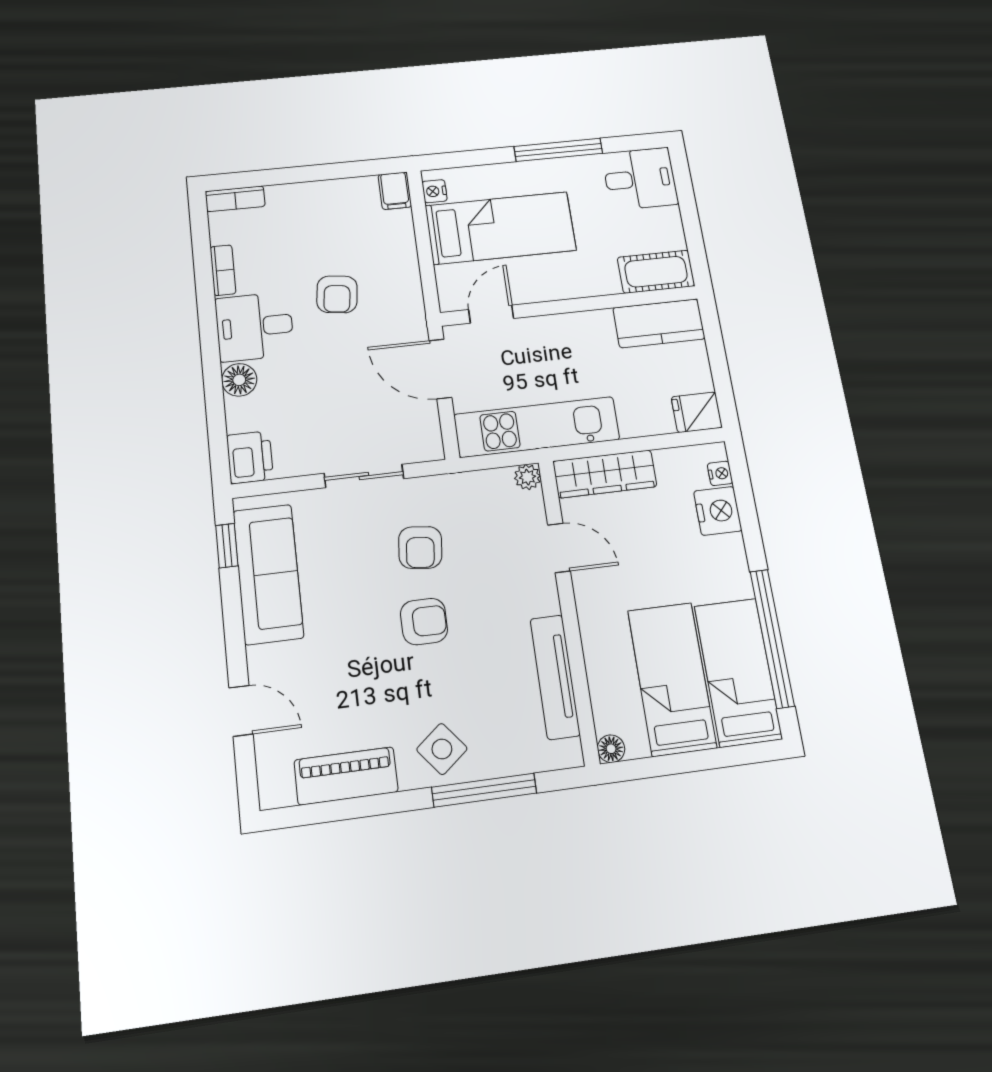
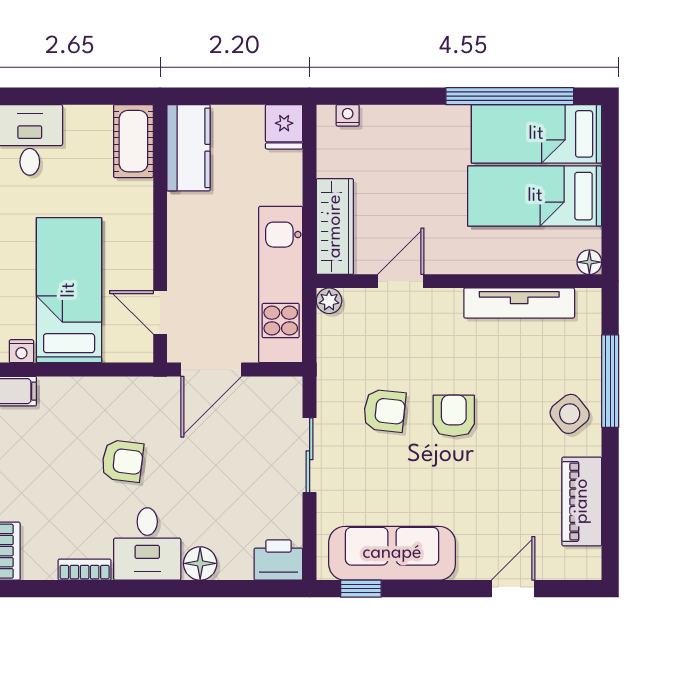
nightstand: (718, 511) -> (384, 124), removed

